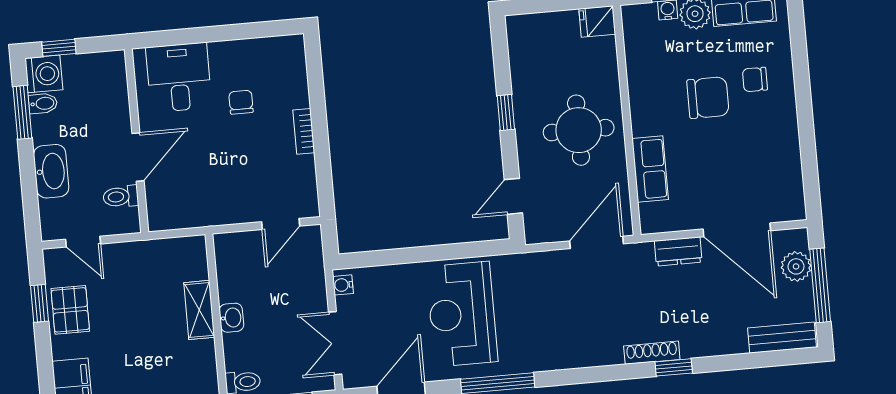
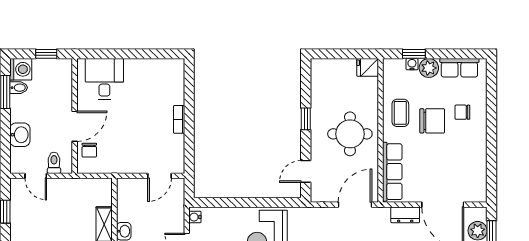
window: (59, 48) -> (46, 54), moved
coffee table: (656, 89) -> (400, 113), added
chair: (241, 102) -> (89, 150), moved, turned 180
row of seats: (650, 169) -> (392, 172), width x1.48
washbasin: (51, 171) -> (20, 135), width x0.72
toilet: (121, 197) -> (54, 163), moved, turned 90
pallet: (70, 310) -> (24, 217), removed

